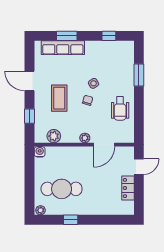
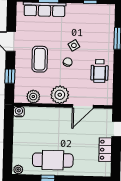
plant: (85, 138) -> (60, 95), width x1.88, depth x1.88
cafe table: (62, 189) -> (53, 160), moved

